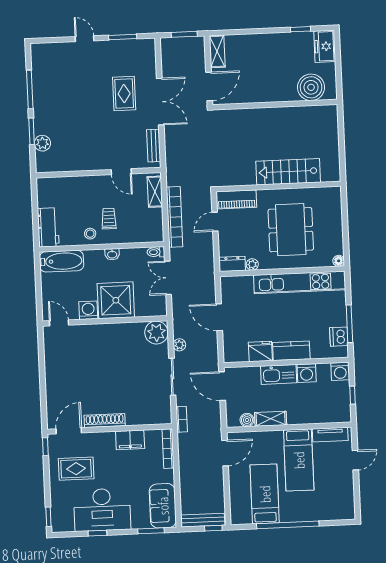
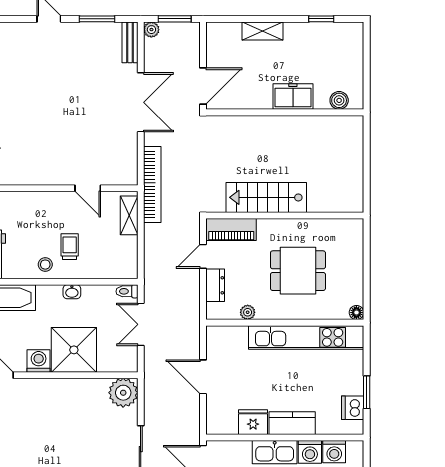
freezer: (325, 46) -> (293, 96), moved, turned 90
shelving: (217, 51) -> (262, 31), moved, turned 90
boiler: (311, 87) -> (339, 100), width x0.54, depth x0.54
rug: (124, 94) -> (96, 90), removed
bench: (154, 146) -> (130, 42), moved
stairs: (288, 172) -> (266, 197), moved
bookcase: (174, 217) -> (152, 184), moved
dining table: (291, 230) -> (298, 271), width x0.73
dresser: (232, 264) -> (215, 285), moved, turned 90
window: (349, 324) -> (367, 392), width x0.69
plant: (179, 345) -> (151, 30), moved
washing machine: (340, 371) -> (334, 452), moved

